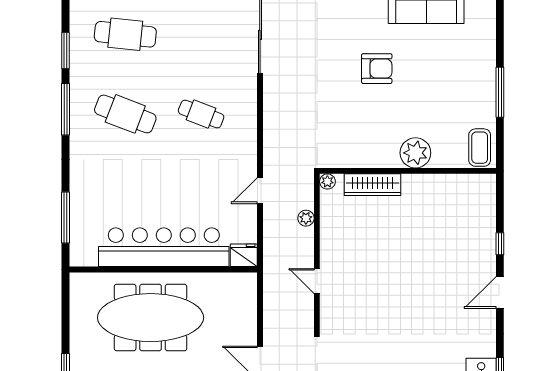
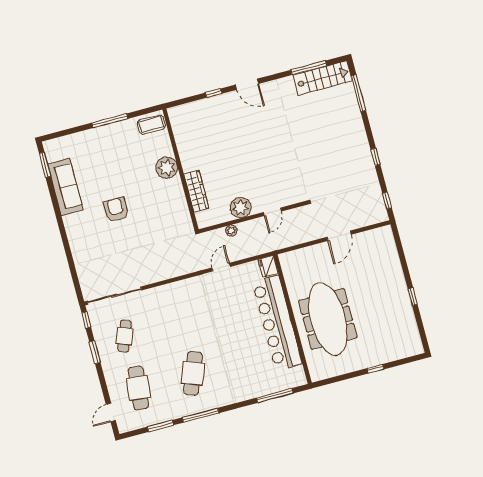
cafe table: (201, 114) -> (125, 336), moved
plant: (327, 182) -> (241, 208), moved, width x1.88, depth x1.88
door: (260, 191) -> (221, 267), swing flipped

